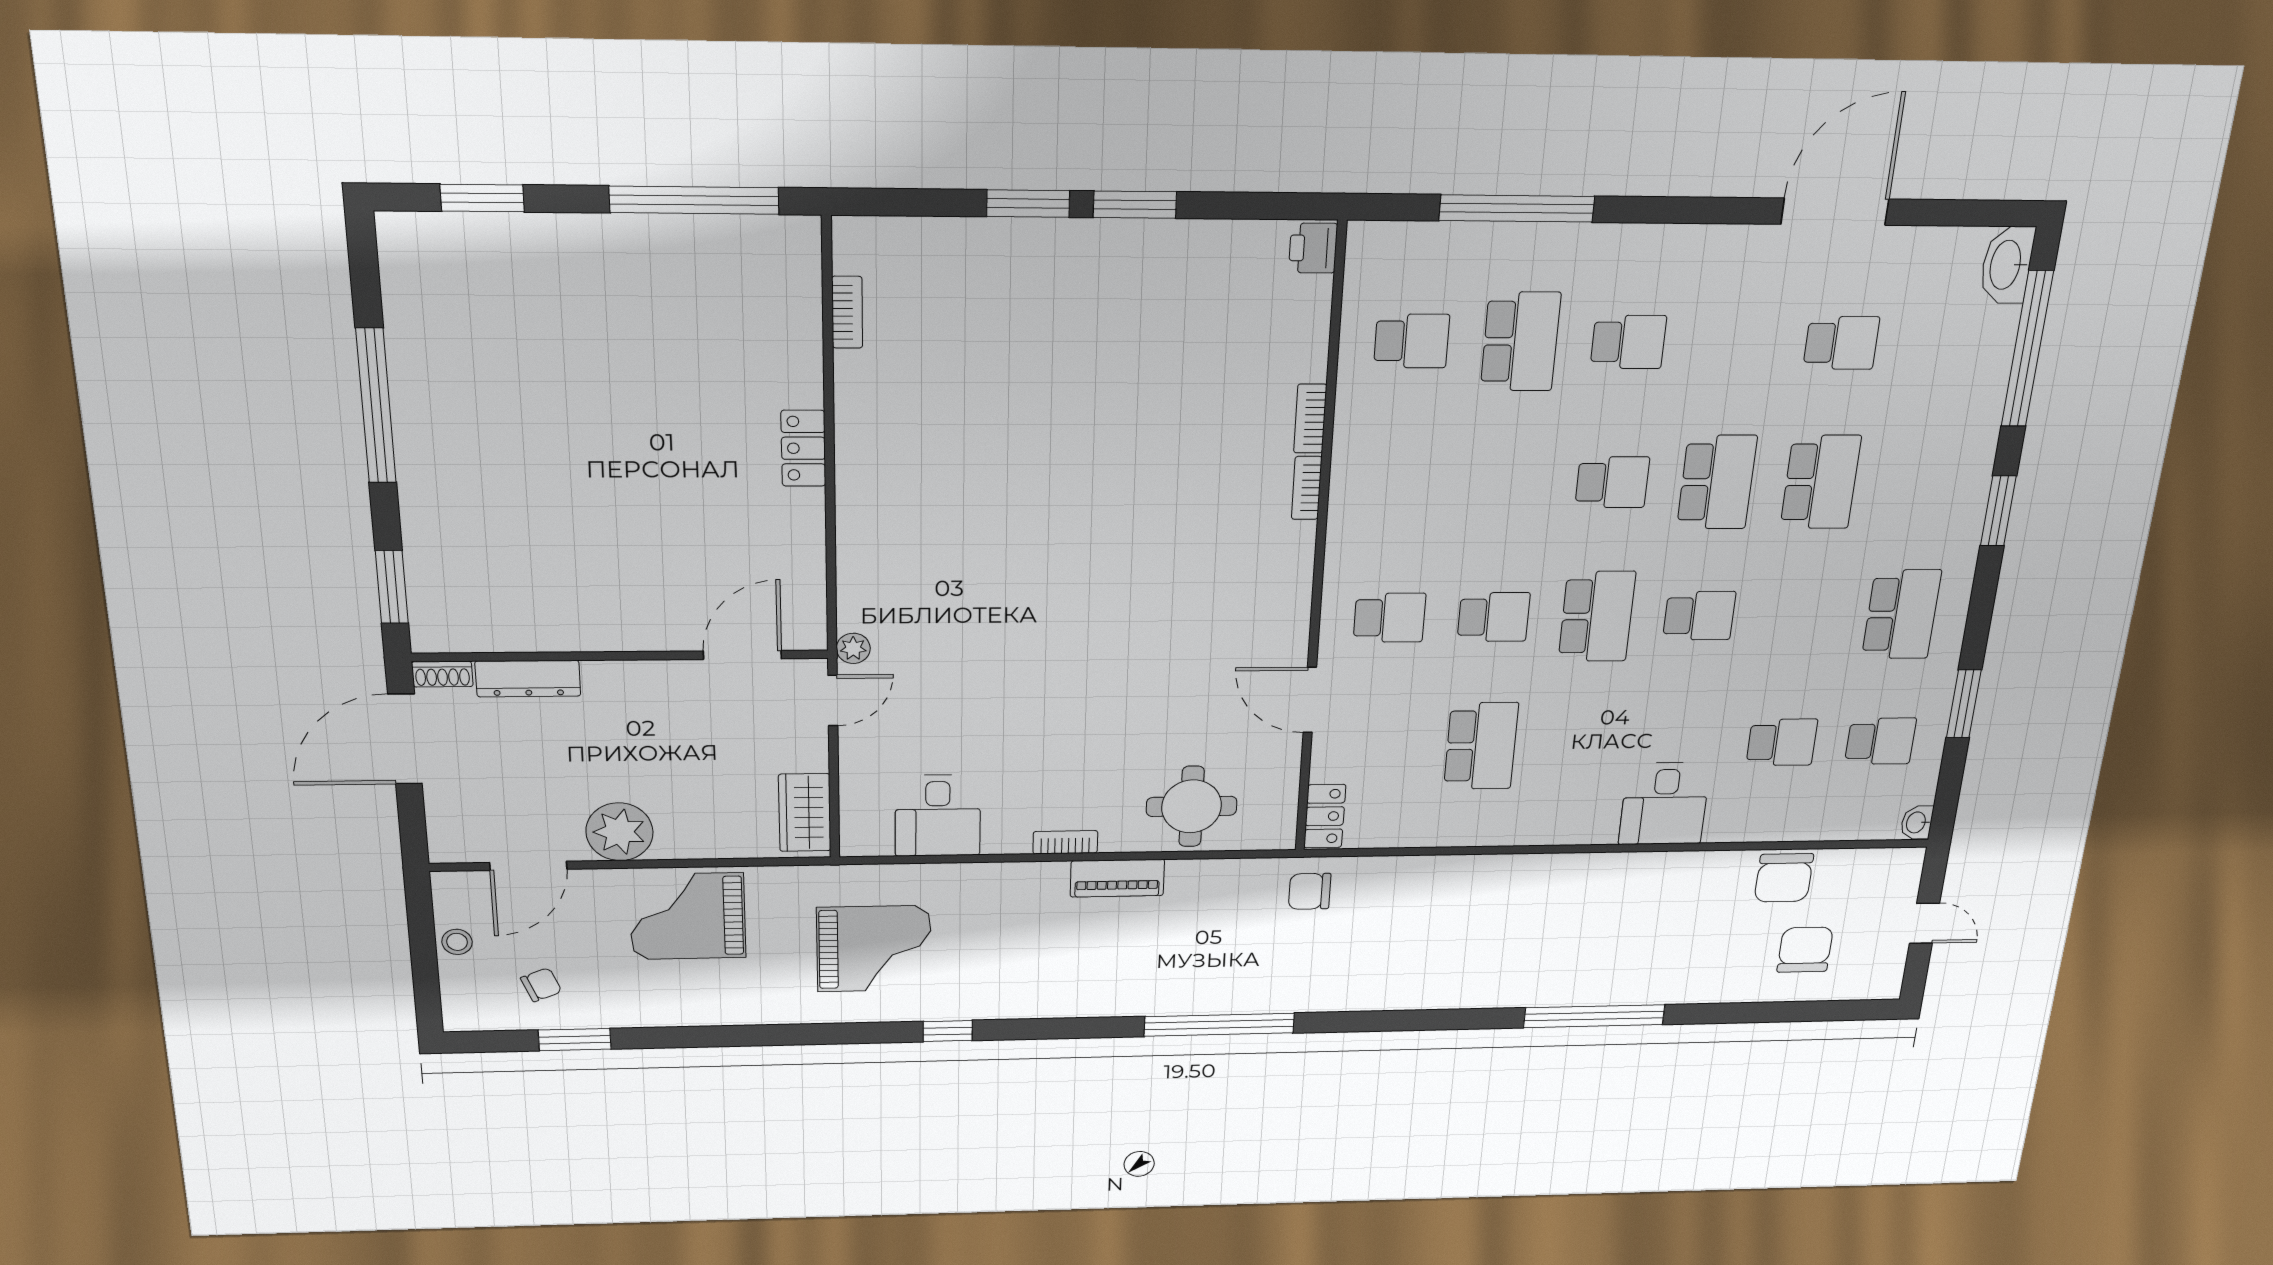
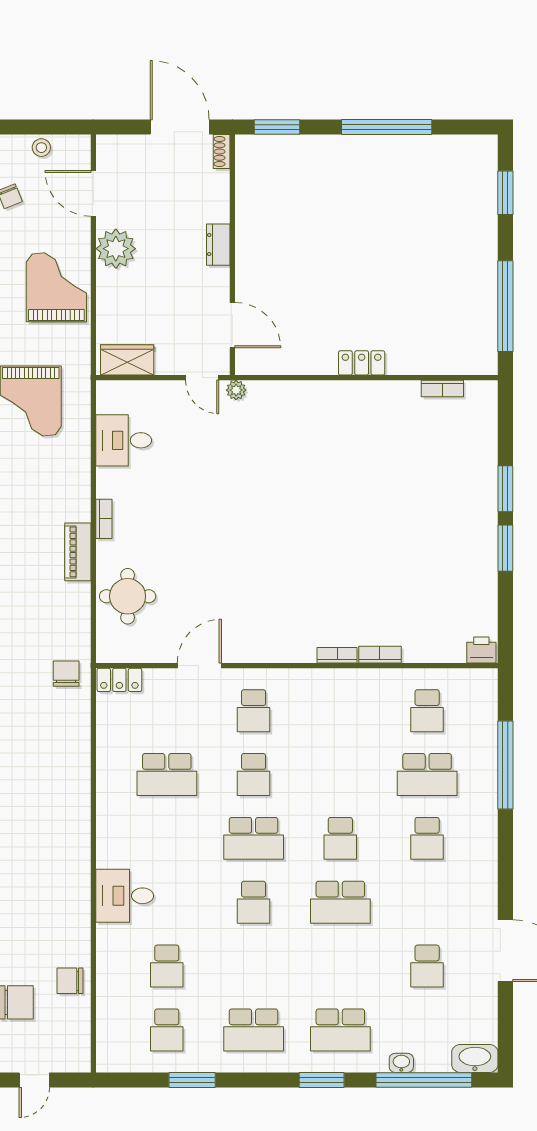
school desk: (1821, 482) -> (340, 1030), moved
dresser: (528, 679) -> (218, 245), moved, width x0.70
washbasin: (1917, 822) -> (401, 1063), moved
chair: (1784, 878) -> (70, 981), width x0.73, depth x0.73

